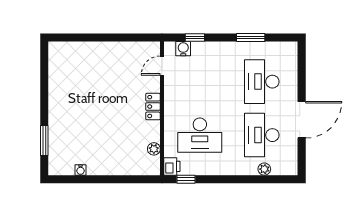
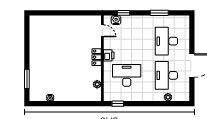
door: (162, 66) -> (102, 31), swing flipped
desk: (200, 135) -> (127, 75), turned 180
printer: (172, 166) -> (109, 55), moved

